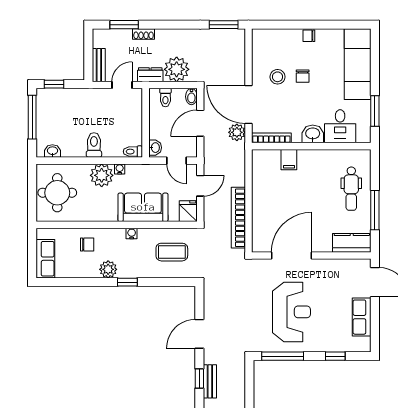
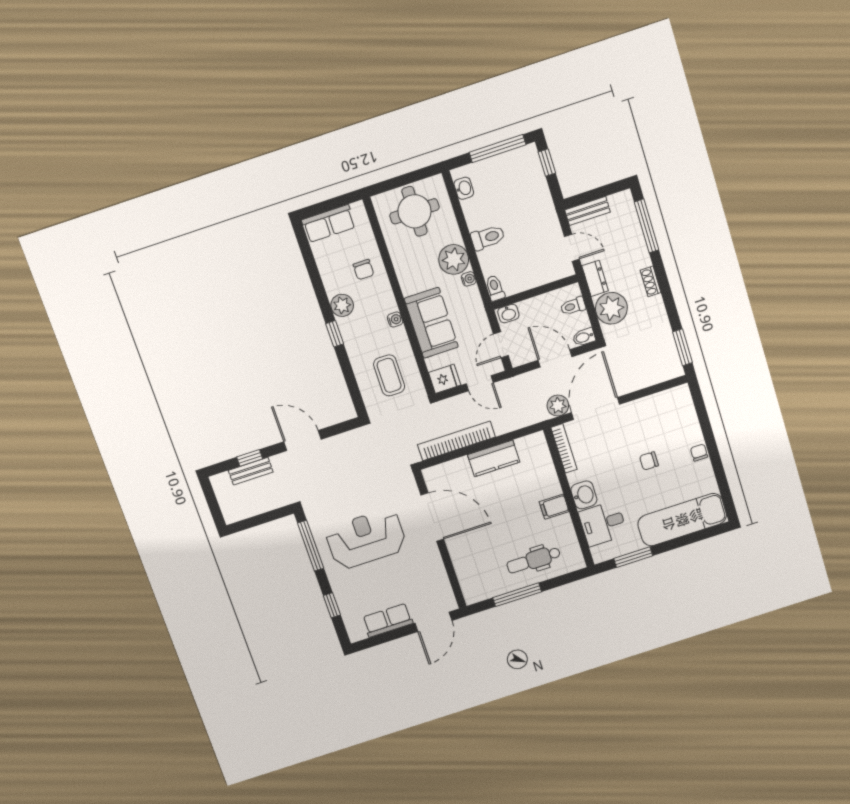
window: (124, 25) -> (647, 226), width x1.44
shoe rack: (144, 34) -> (651, 281), moved
stool: (277, 77) -> (639, 432), removed
filing cabinet: (289, 160) -> (554, 507), moved
kitchen counter: (352, 243) -> (494, 458), moved, turned 90
reception desk: (291, 312) -> (366, 539), turned 180

